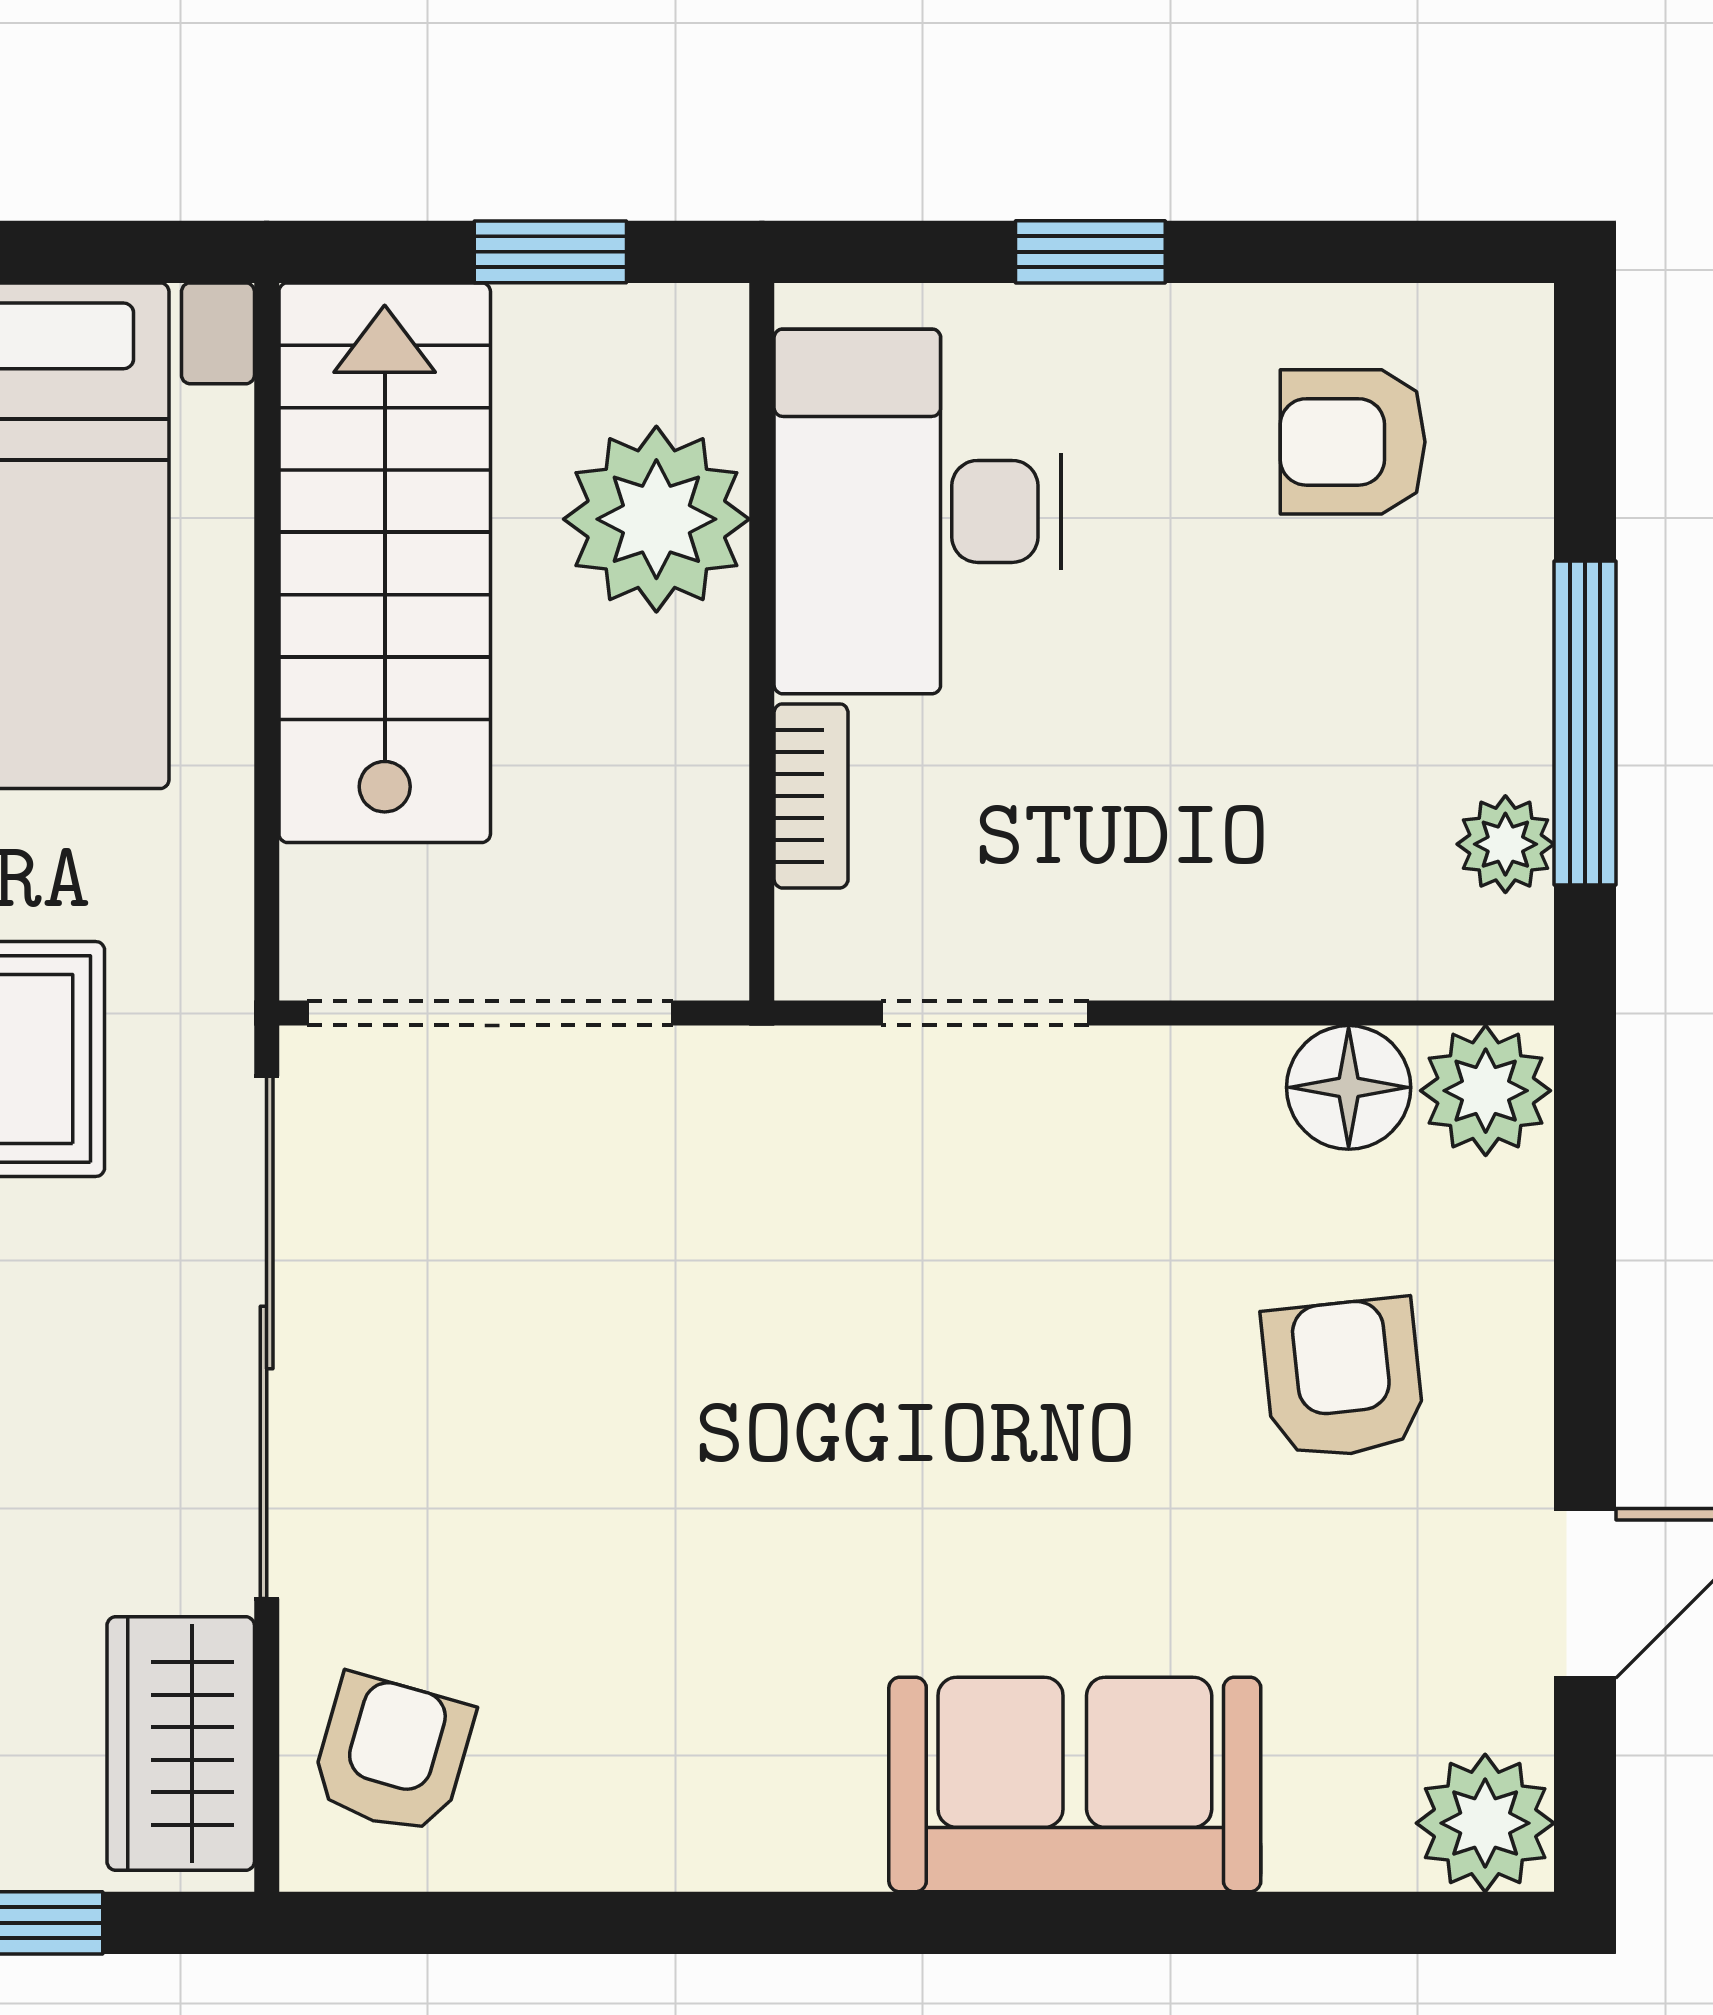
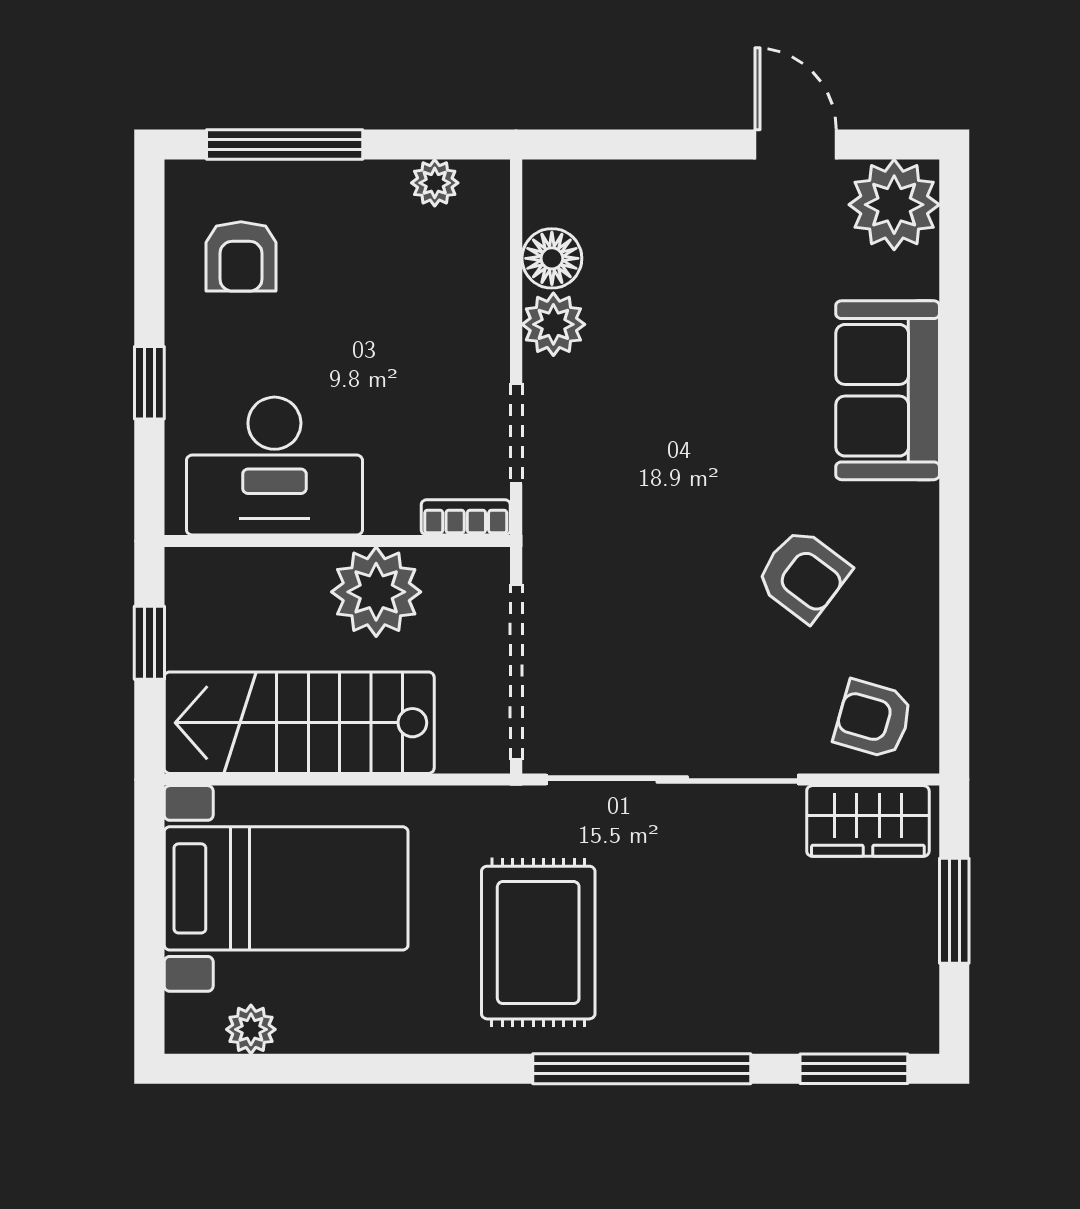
plant: (656, 519) -> (376, 592), moved
window: (1585, 723) -> (285, 145), moved
bookcase: (811, 796) -> (466, 517), moved
plant: (1486, 1091) -> (553, 324), moved
armchair: (1343, 1379) -> (803, 575), moved, turned -137
plant: (1485, 1823) -> (894, 205), width x1.36, depth x1.36

